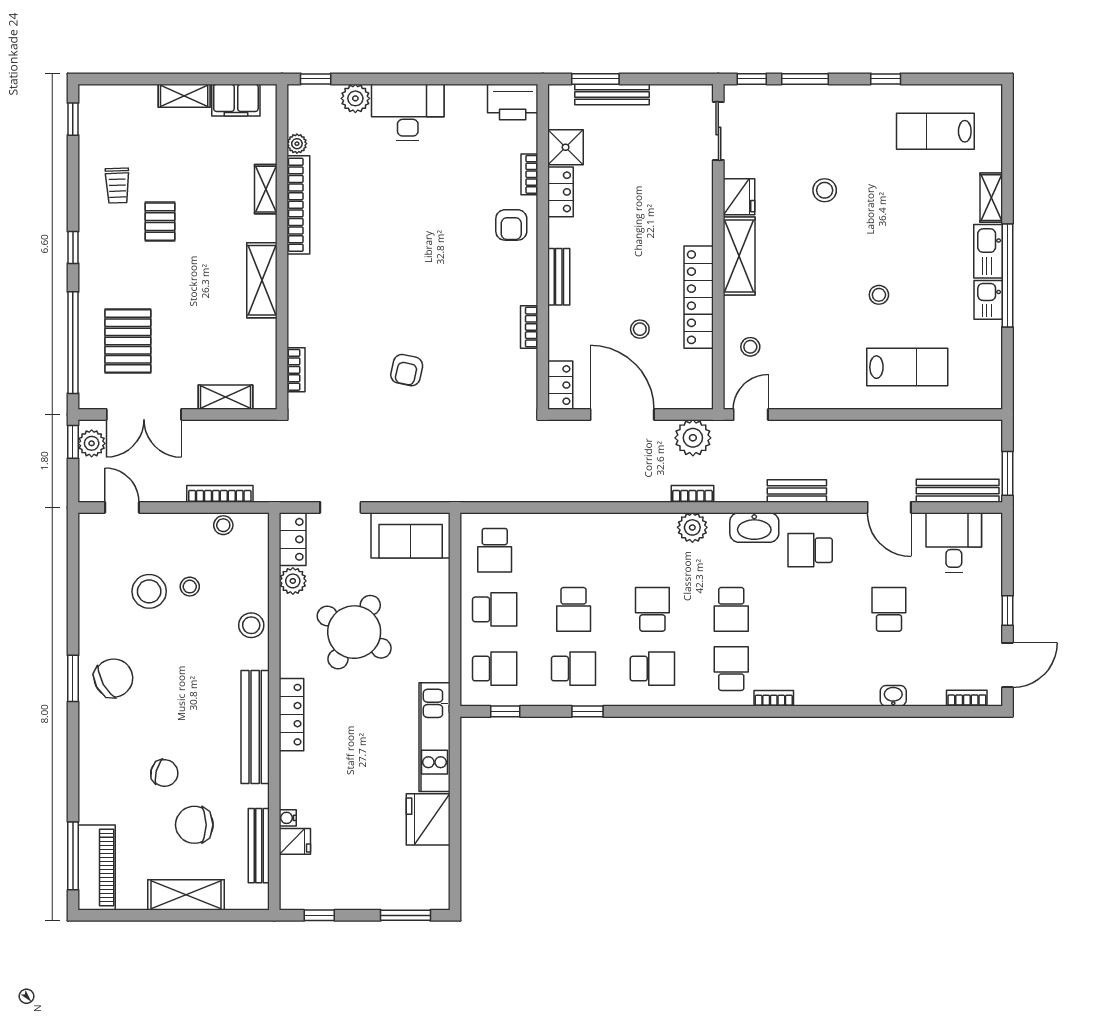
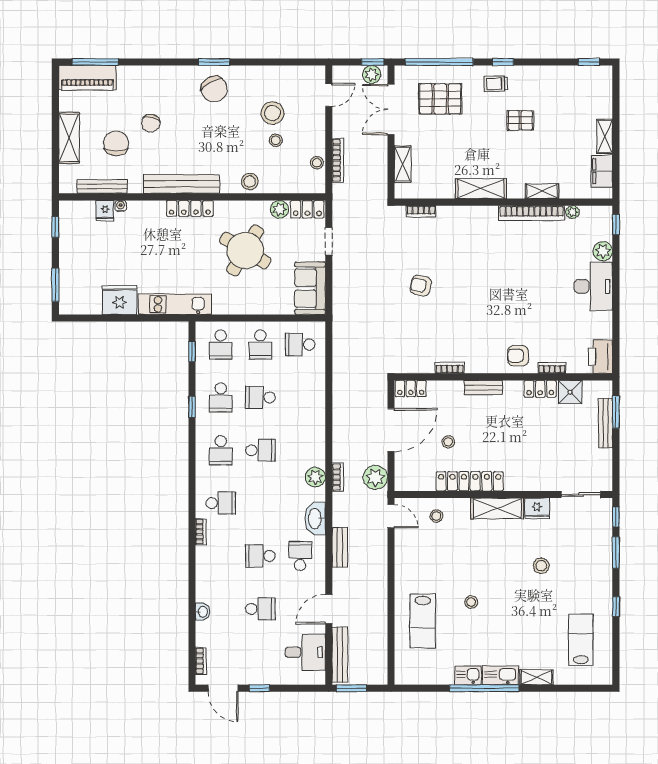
trolley: (117, 186) -> (496, 84), moved
school desk: (731, 609) -> (260, 556), moved

